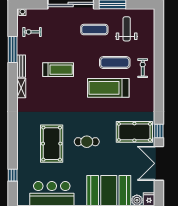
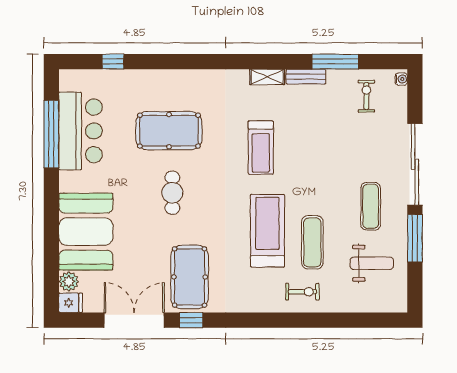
treadmill: (58, 70) -> (261, 148), moved

